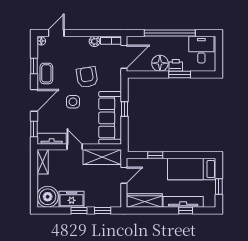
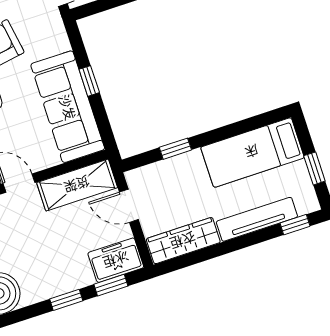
door: (124, 175) -> (129, 206), swing flipped
freezer: (72, 199) -> (116, 260), moved
window: (186, 210) -> (295, 225), moved

